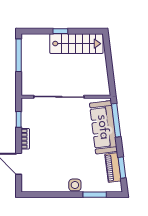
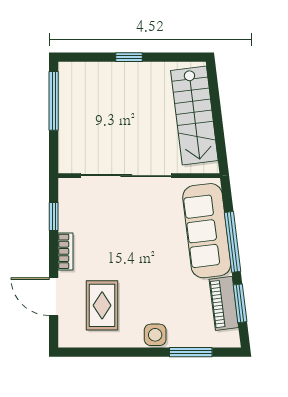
stairs: (76, 44) -> (194, 116), moved, turned 83
window: (116, 120) -> (233, 242), moved
rug: (45, 169) -> (102, 305), added

